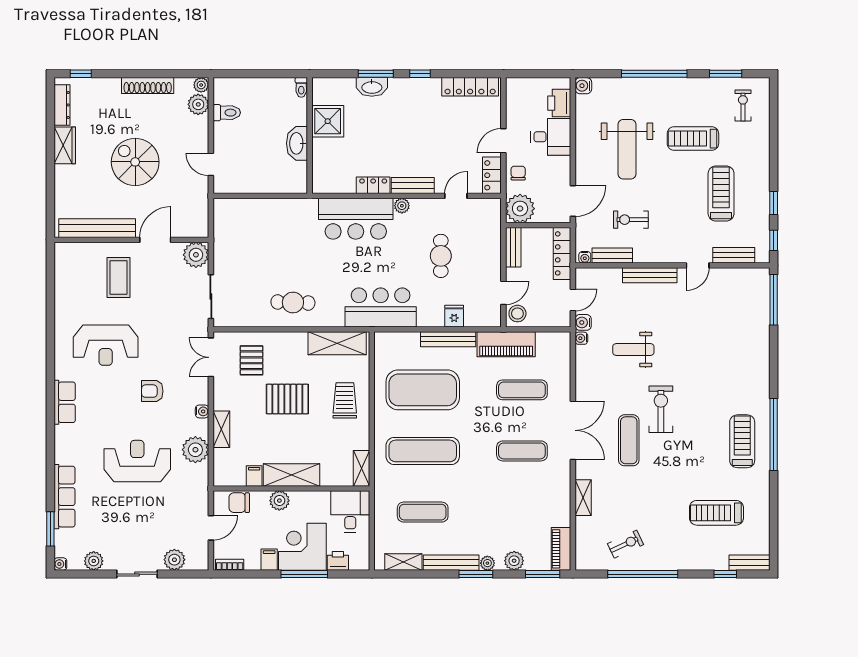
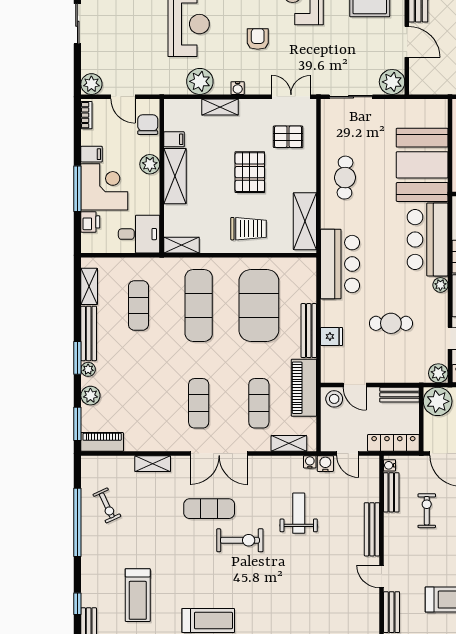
plant: (491, 208) -> (438, 373), added
booth: (280, 224) -> (422, 165), added
shelving: (563, 359) -> (289, 443), added
treadmill: (716, 513) -> (138, 595), turned 180
plant: (174, 560) -> (91, 84), moved

